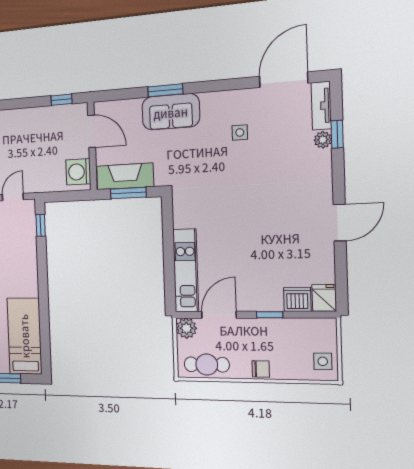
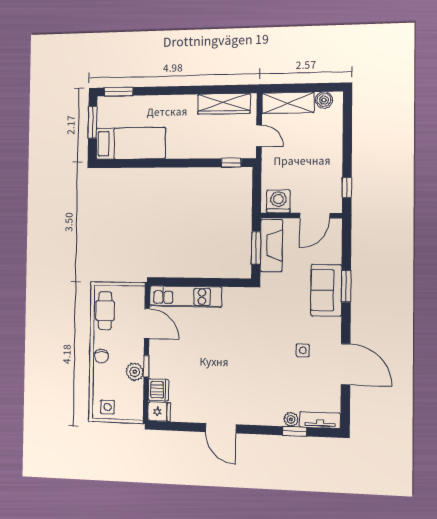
door: (283, 80) -> (346, 364), moved
plant: (186, 328) -> (135, 372), moved

